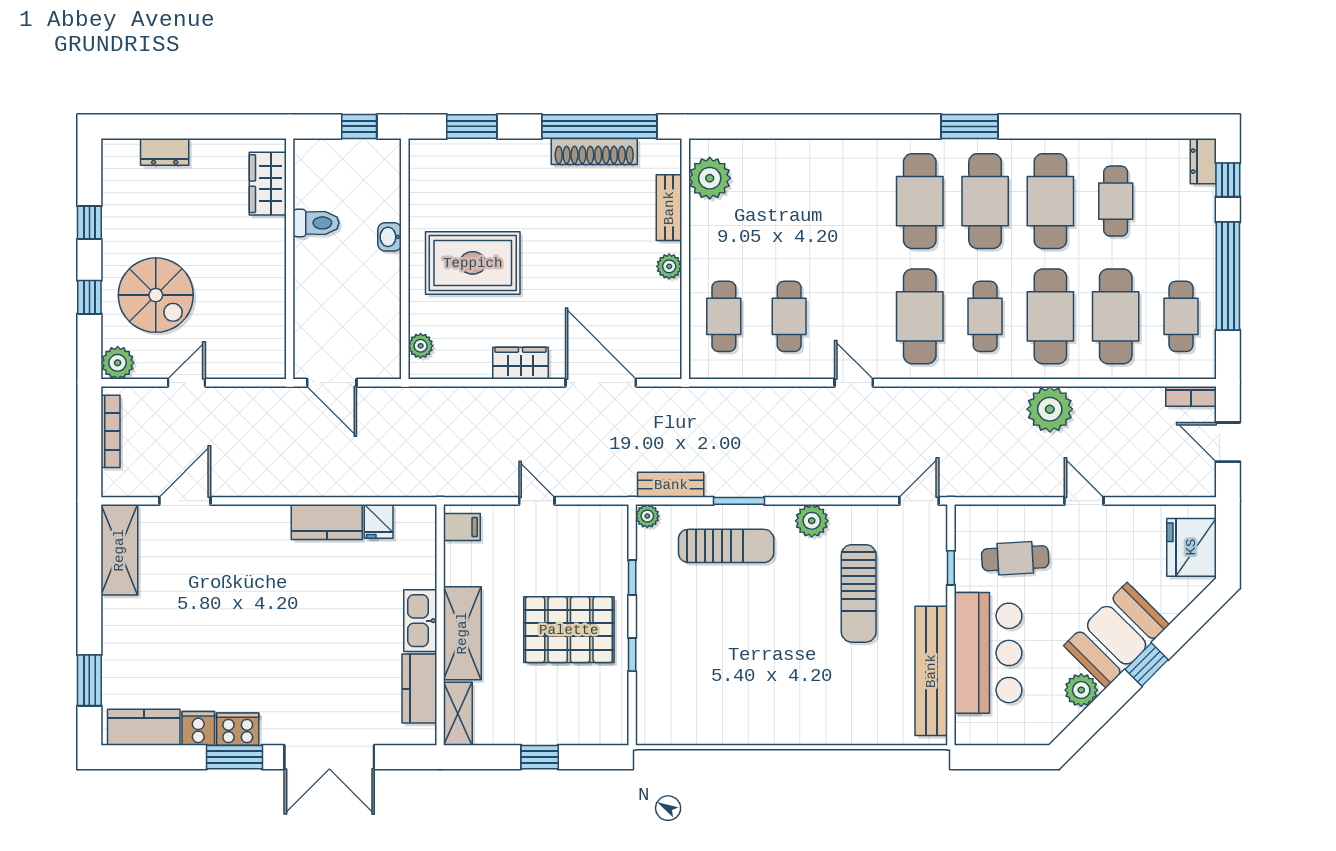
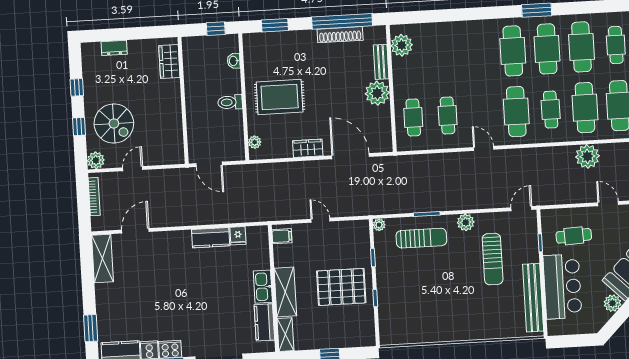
toilet: (316, 223) -> (230, 102), moved, turned 180
washbasin: (390, 237) -> (234, 61), moved
plant: (669, 266) -> (377, 93), width x1.88, depth x1.88
bench: (671, 485) -> (390, 208), removed

